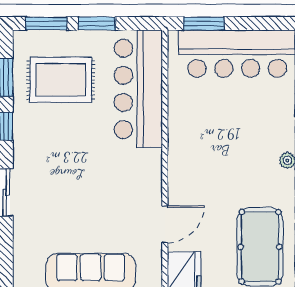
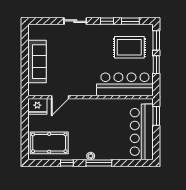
rug: (61, 80) -> (129, 47), turned 90
door: (165, 224) -> (60, 97), hinge flipped

